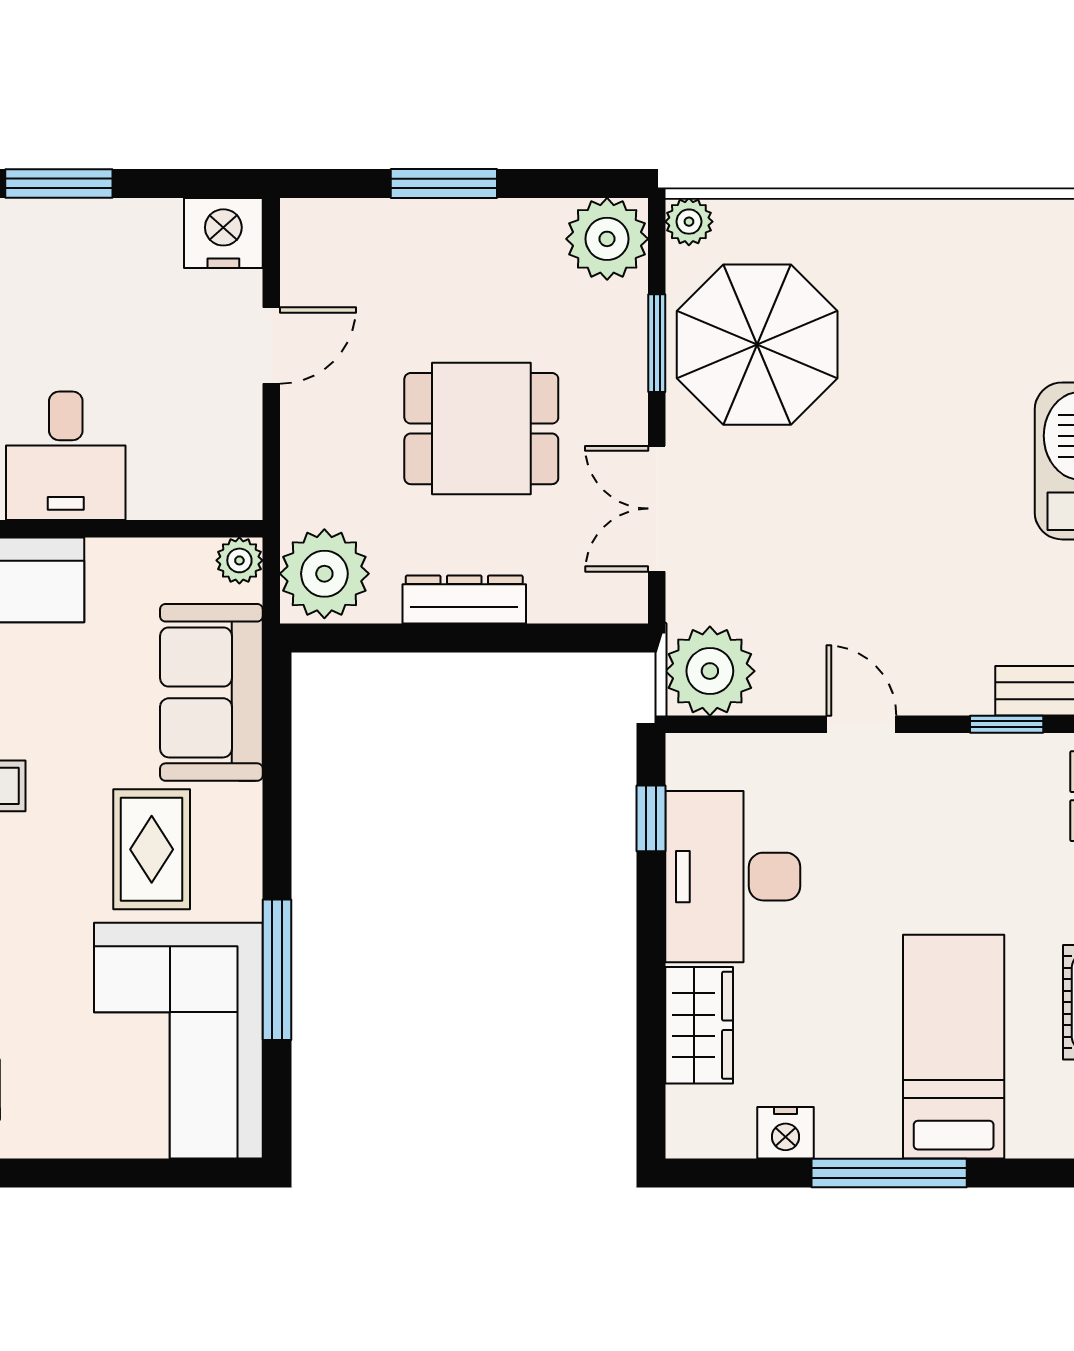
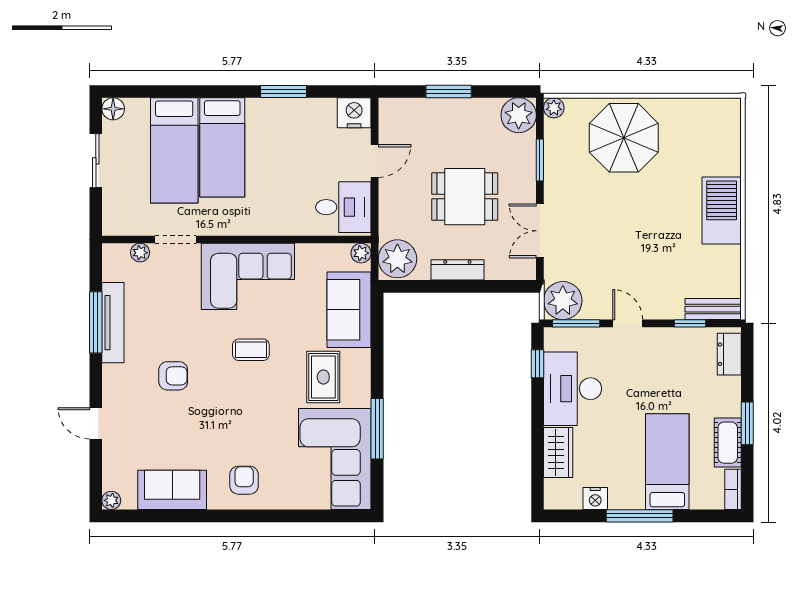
parasol: (757, 345) -> (624, 138), moved
desk: (66, 456) -> (343, 207), moved, turned -90
window: (741, 724) -> (576, 323), added

